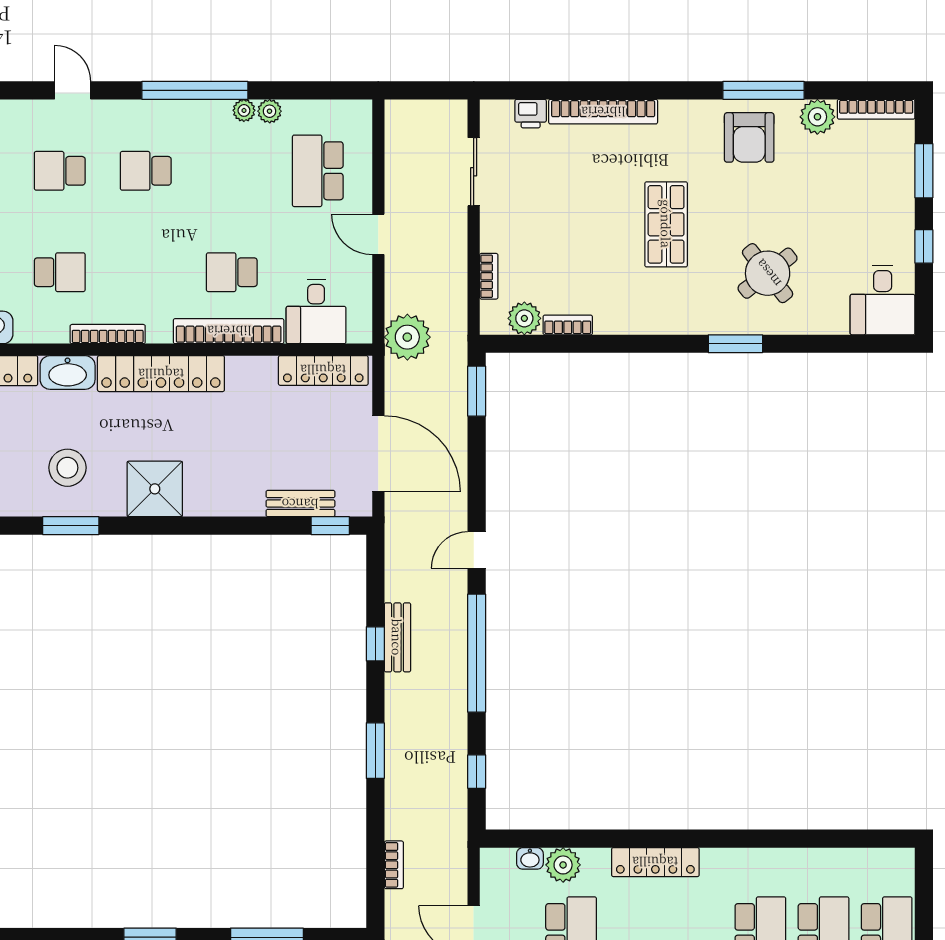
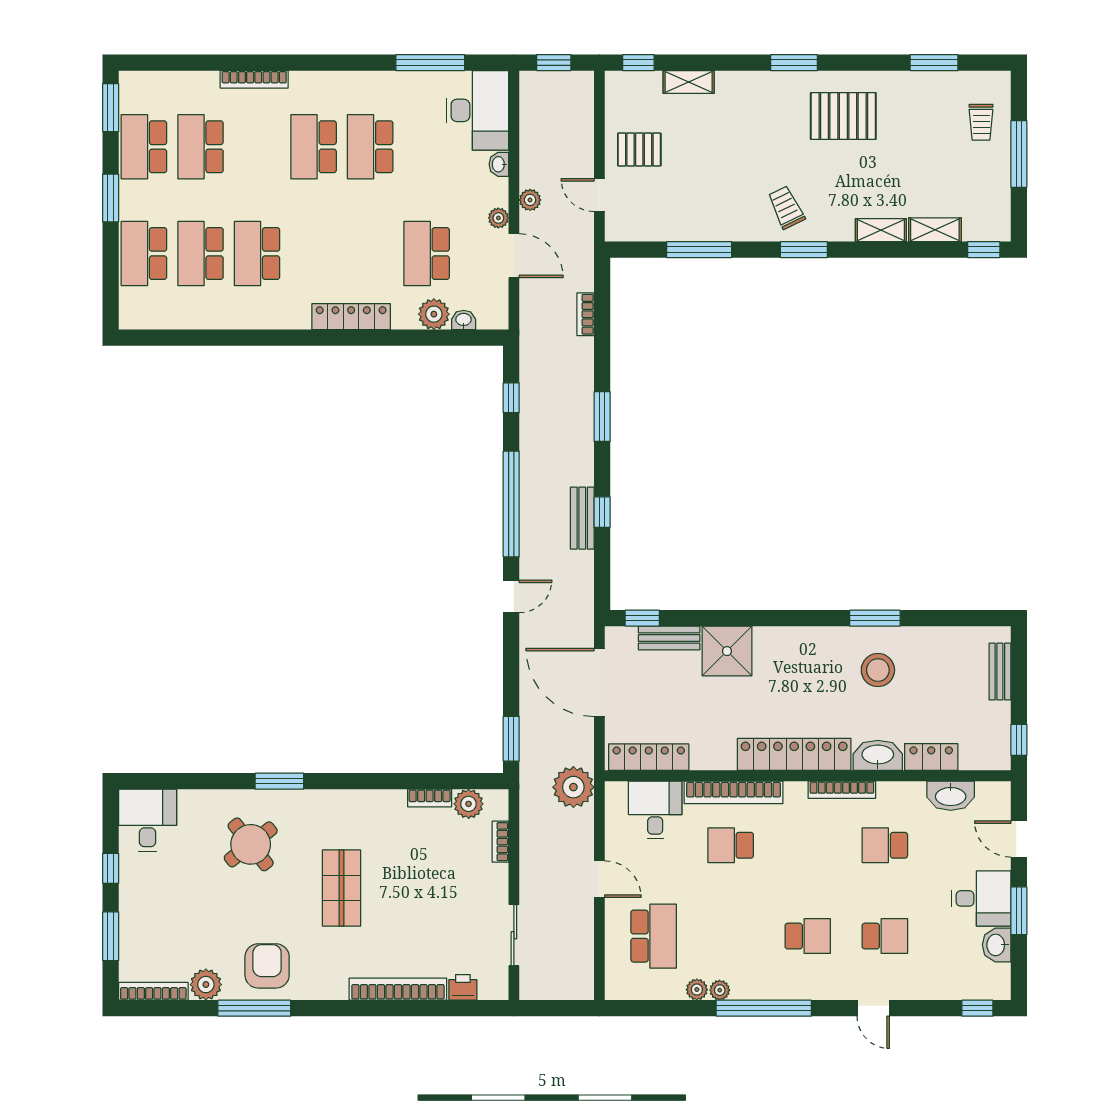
school desk: (232, 272) -> (731, 845), turned 180
shower: (155, 489) -> (727, 651), moved

